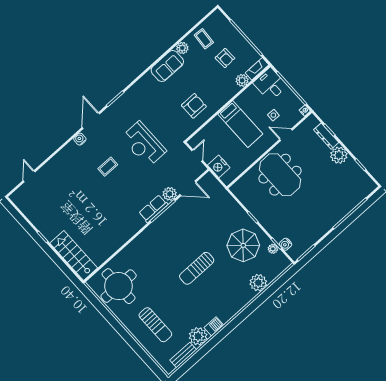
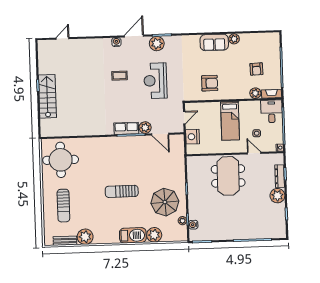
coffee table: (204, 39) -> (253, 45), removed
plant: (117, 110) -> (157, 44), added
stairs: (74, 256) -> (47, 96), moved
barbecue: (214, 326) -> (133, 235), moved, width x1.88, depth x1.53

